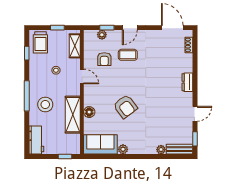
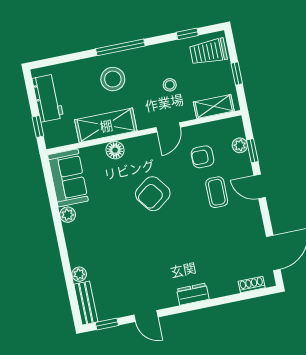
armchair: (125, 107) -> (153, 194), moved
workbench: (36, 140) -> (48, 98), moved, turned -90

